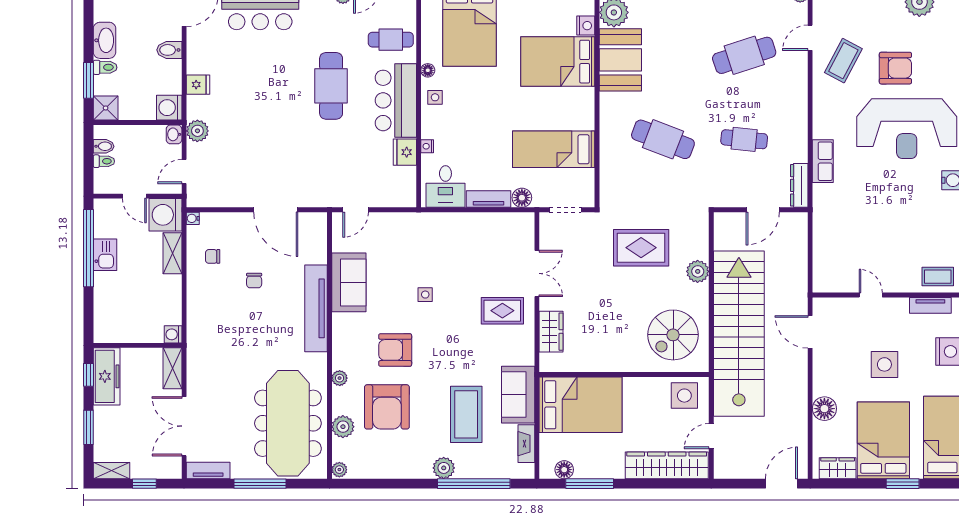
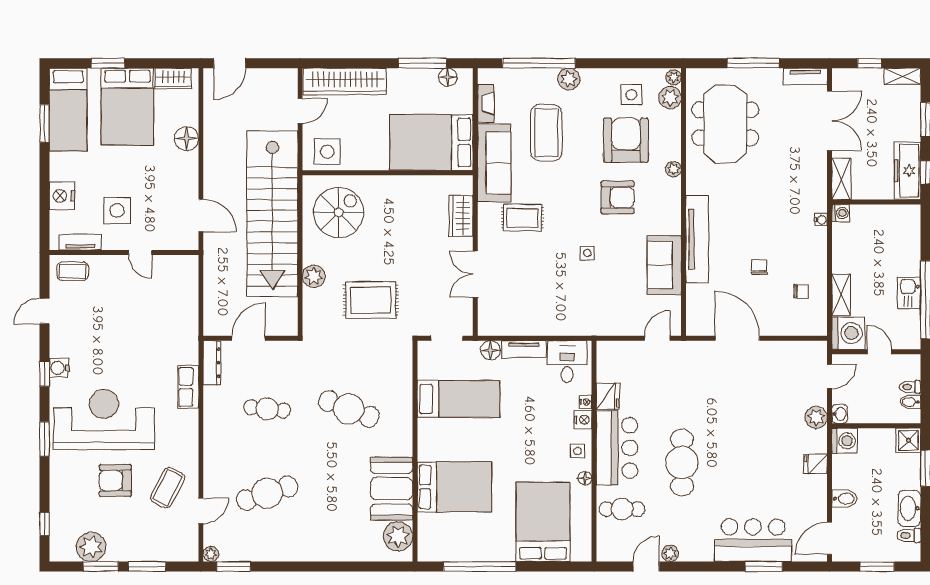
nightstand: (586, 26) -> (583, 420), moved, turned 180
toilet: (105, 67) -> (909, 535), moved
water cooler: (193, 218) -> (821, 220), moved
rug: (502, 311) -> (522, 218), moved
side table: (884, 364) -> (117, 211), moved
sofa: (518, 395) -> (494, 163), width x1.36
meeting table: (288, 423) -> (725, 124), width x0.73
plant: (343, 427) -> (670, 98), moved
side table: (381, 452) -> (631, 95), added

